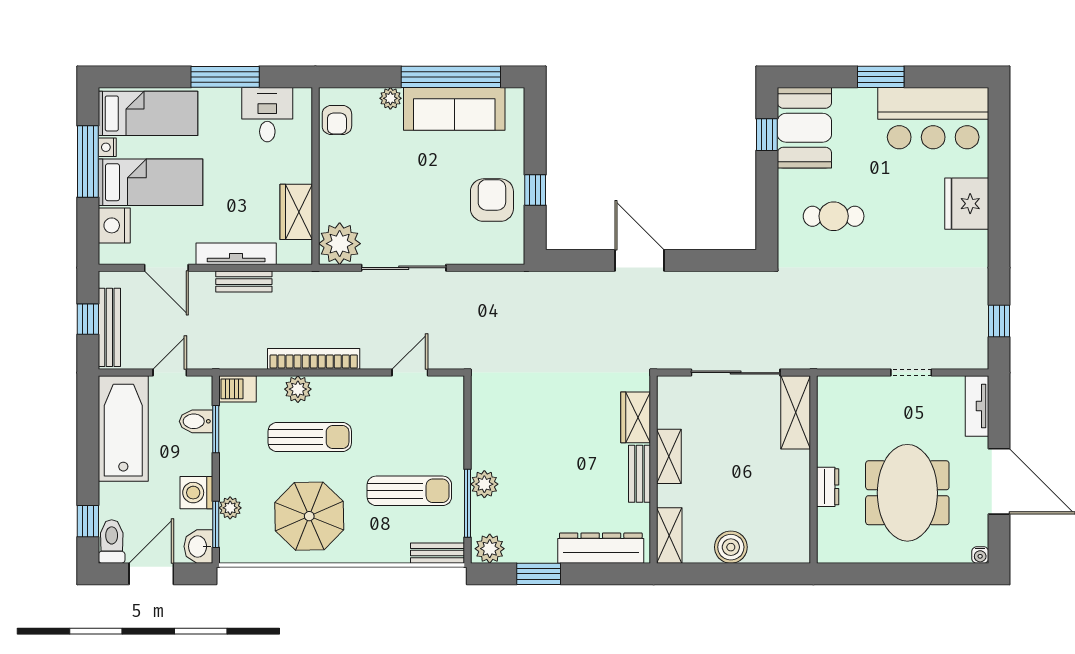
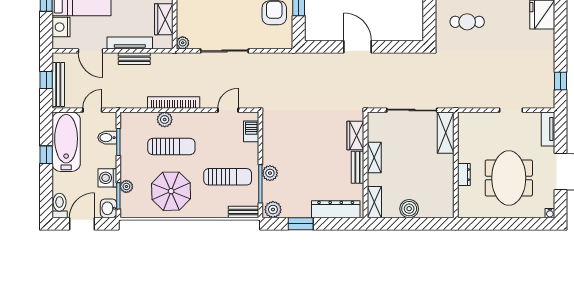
plant: (340, 244) -> (183, 43), width x0.53, depth x0.53
barbecue: (238, 389) -> (251, 131), moved, turned 90
window: (88, 521) -> (46, 155), moved

